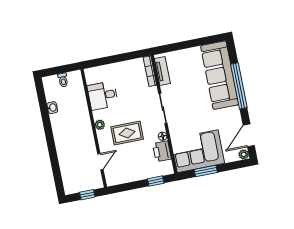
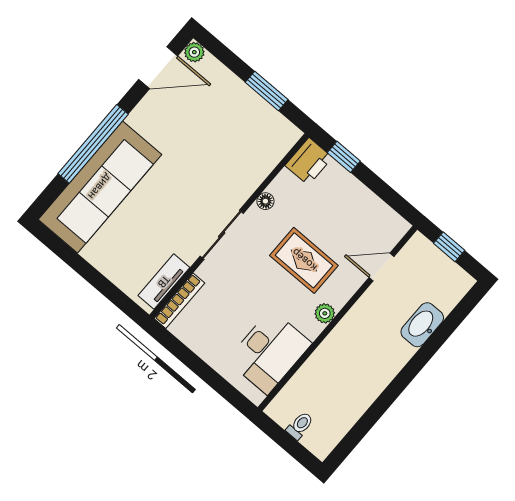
desk: (103, 95) -> (269, 352), width x1.37
washbasin: (52, 108) -> (422, 325), moved, width x1.91, depth x1.45
printer: (162, 151) -> (309, 161), moved
corner sofa: (198, 151) -> (246, 128), removed

